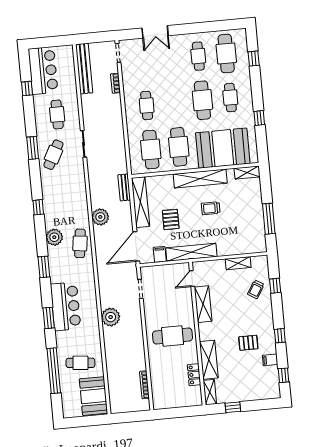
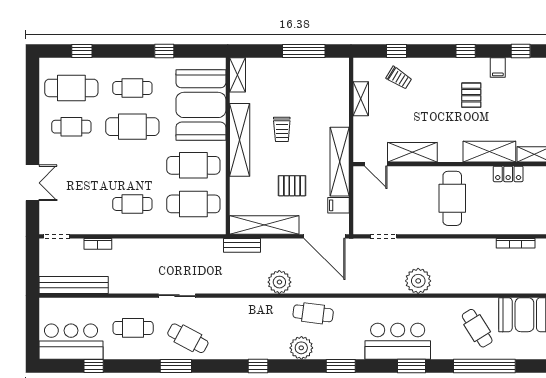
cafe table: (80, 363) -> (477, 328), turned -37

